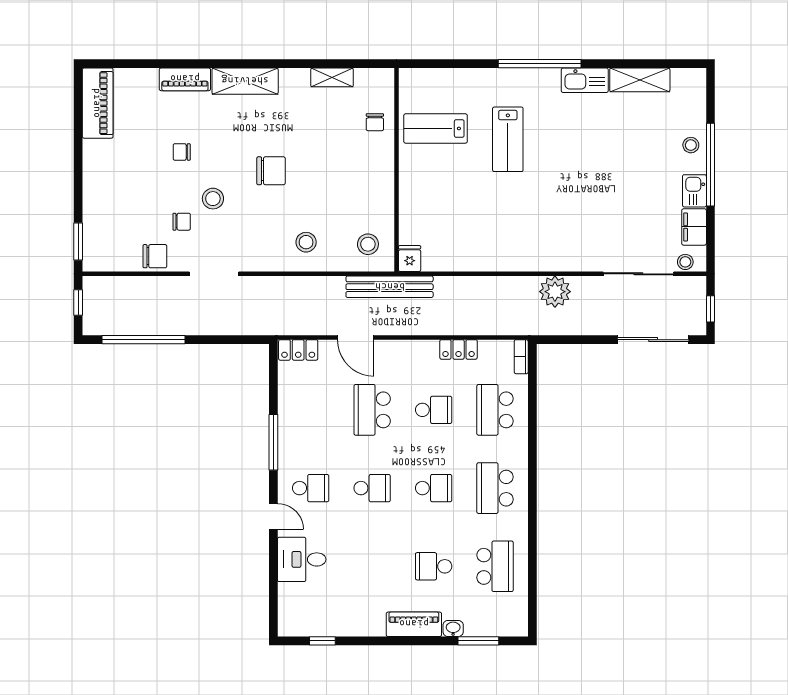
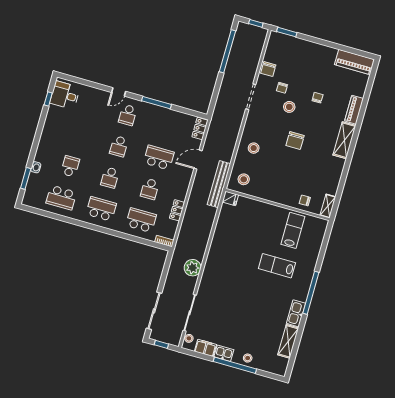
shelving: (332, 77) -> (328, 206), moved
desk: (302, 559) -> (65, 95), moved, turned -90
piano: (414, 624) -> (43, 148), removed

